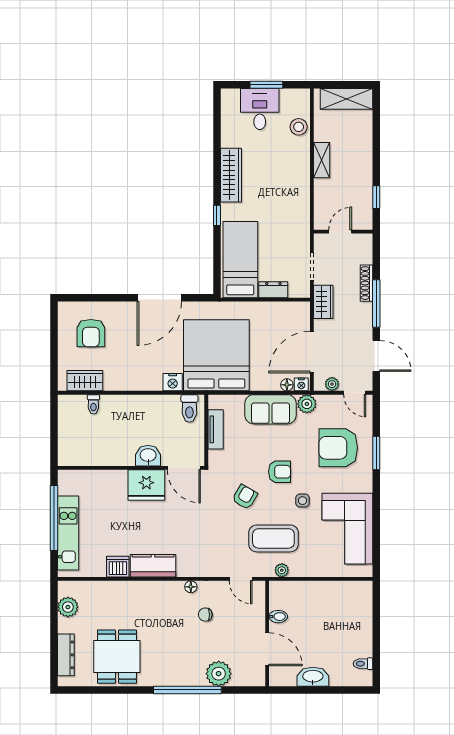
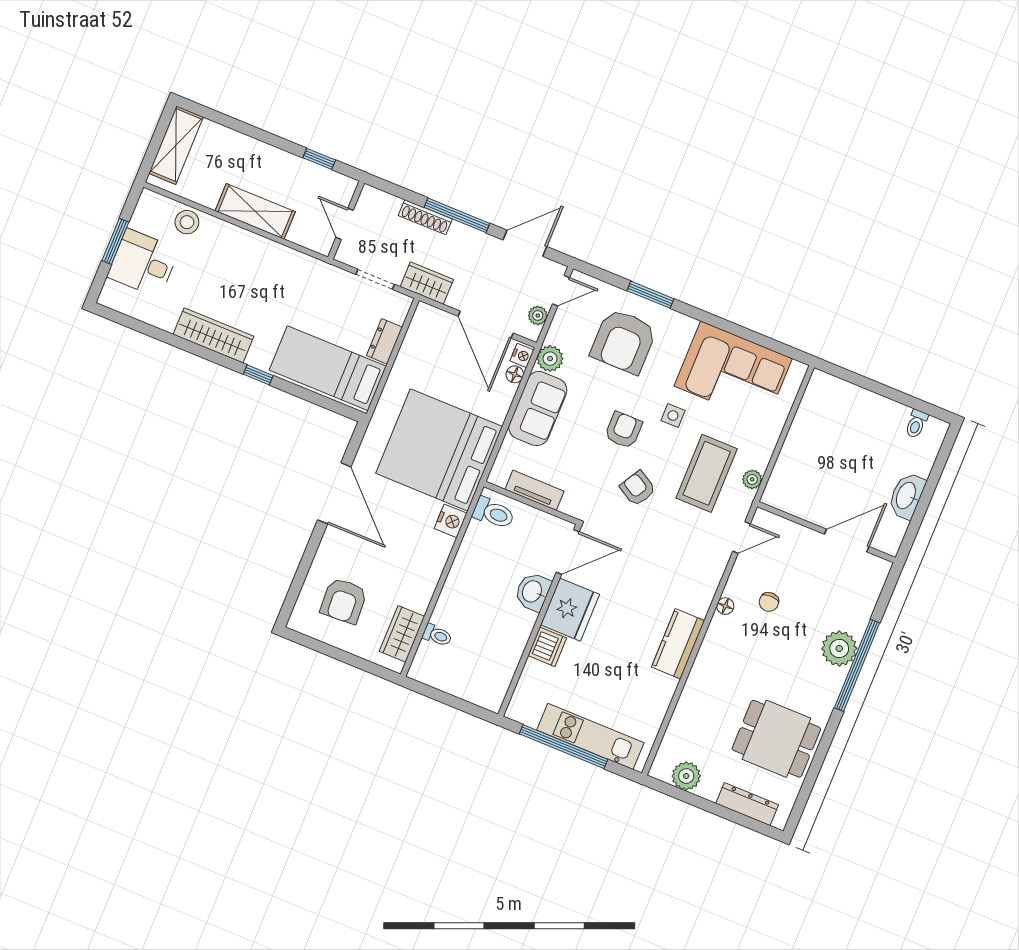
shelving: (322, 160) -> (255, 211), width x1.50, depth x1.33
armchair: (91, 333) -> (344, 601), turned 87
dishwasher: (118, 567) -> (547, 647), moved, turned 180
bidet: (278, 617) -> (810, 509), removed
plant: (219, 674) -> (839, 648), moved

